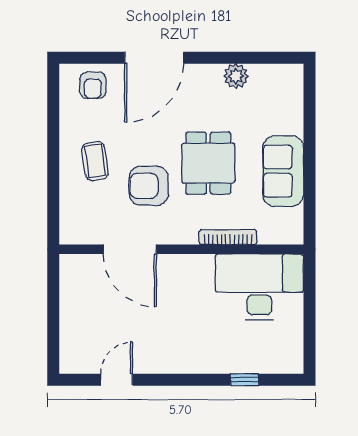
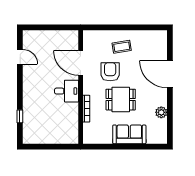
armchair: (93, 85) -> (157, 46), removed
sofa: (283, 171) -> (129, 134), moved
door: (130, 249) -> (81, 63), hinge flipped
desk: (259, 287) -> (67, 91), moved, width x0.53, depth x0.77

